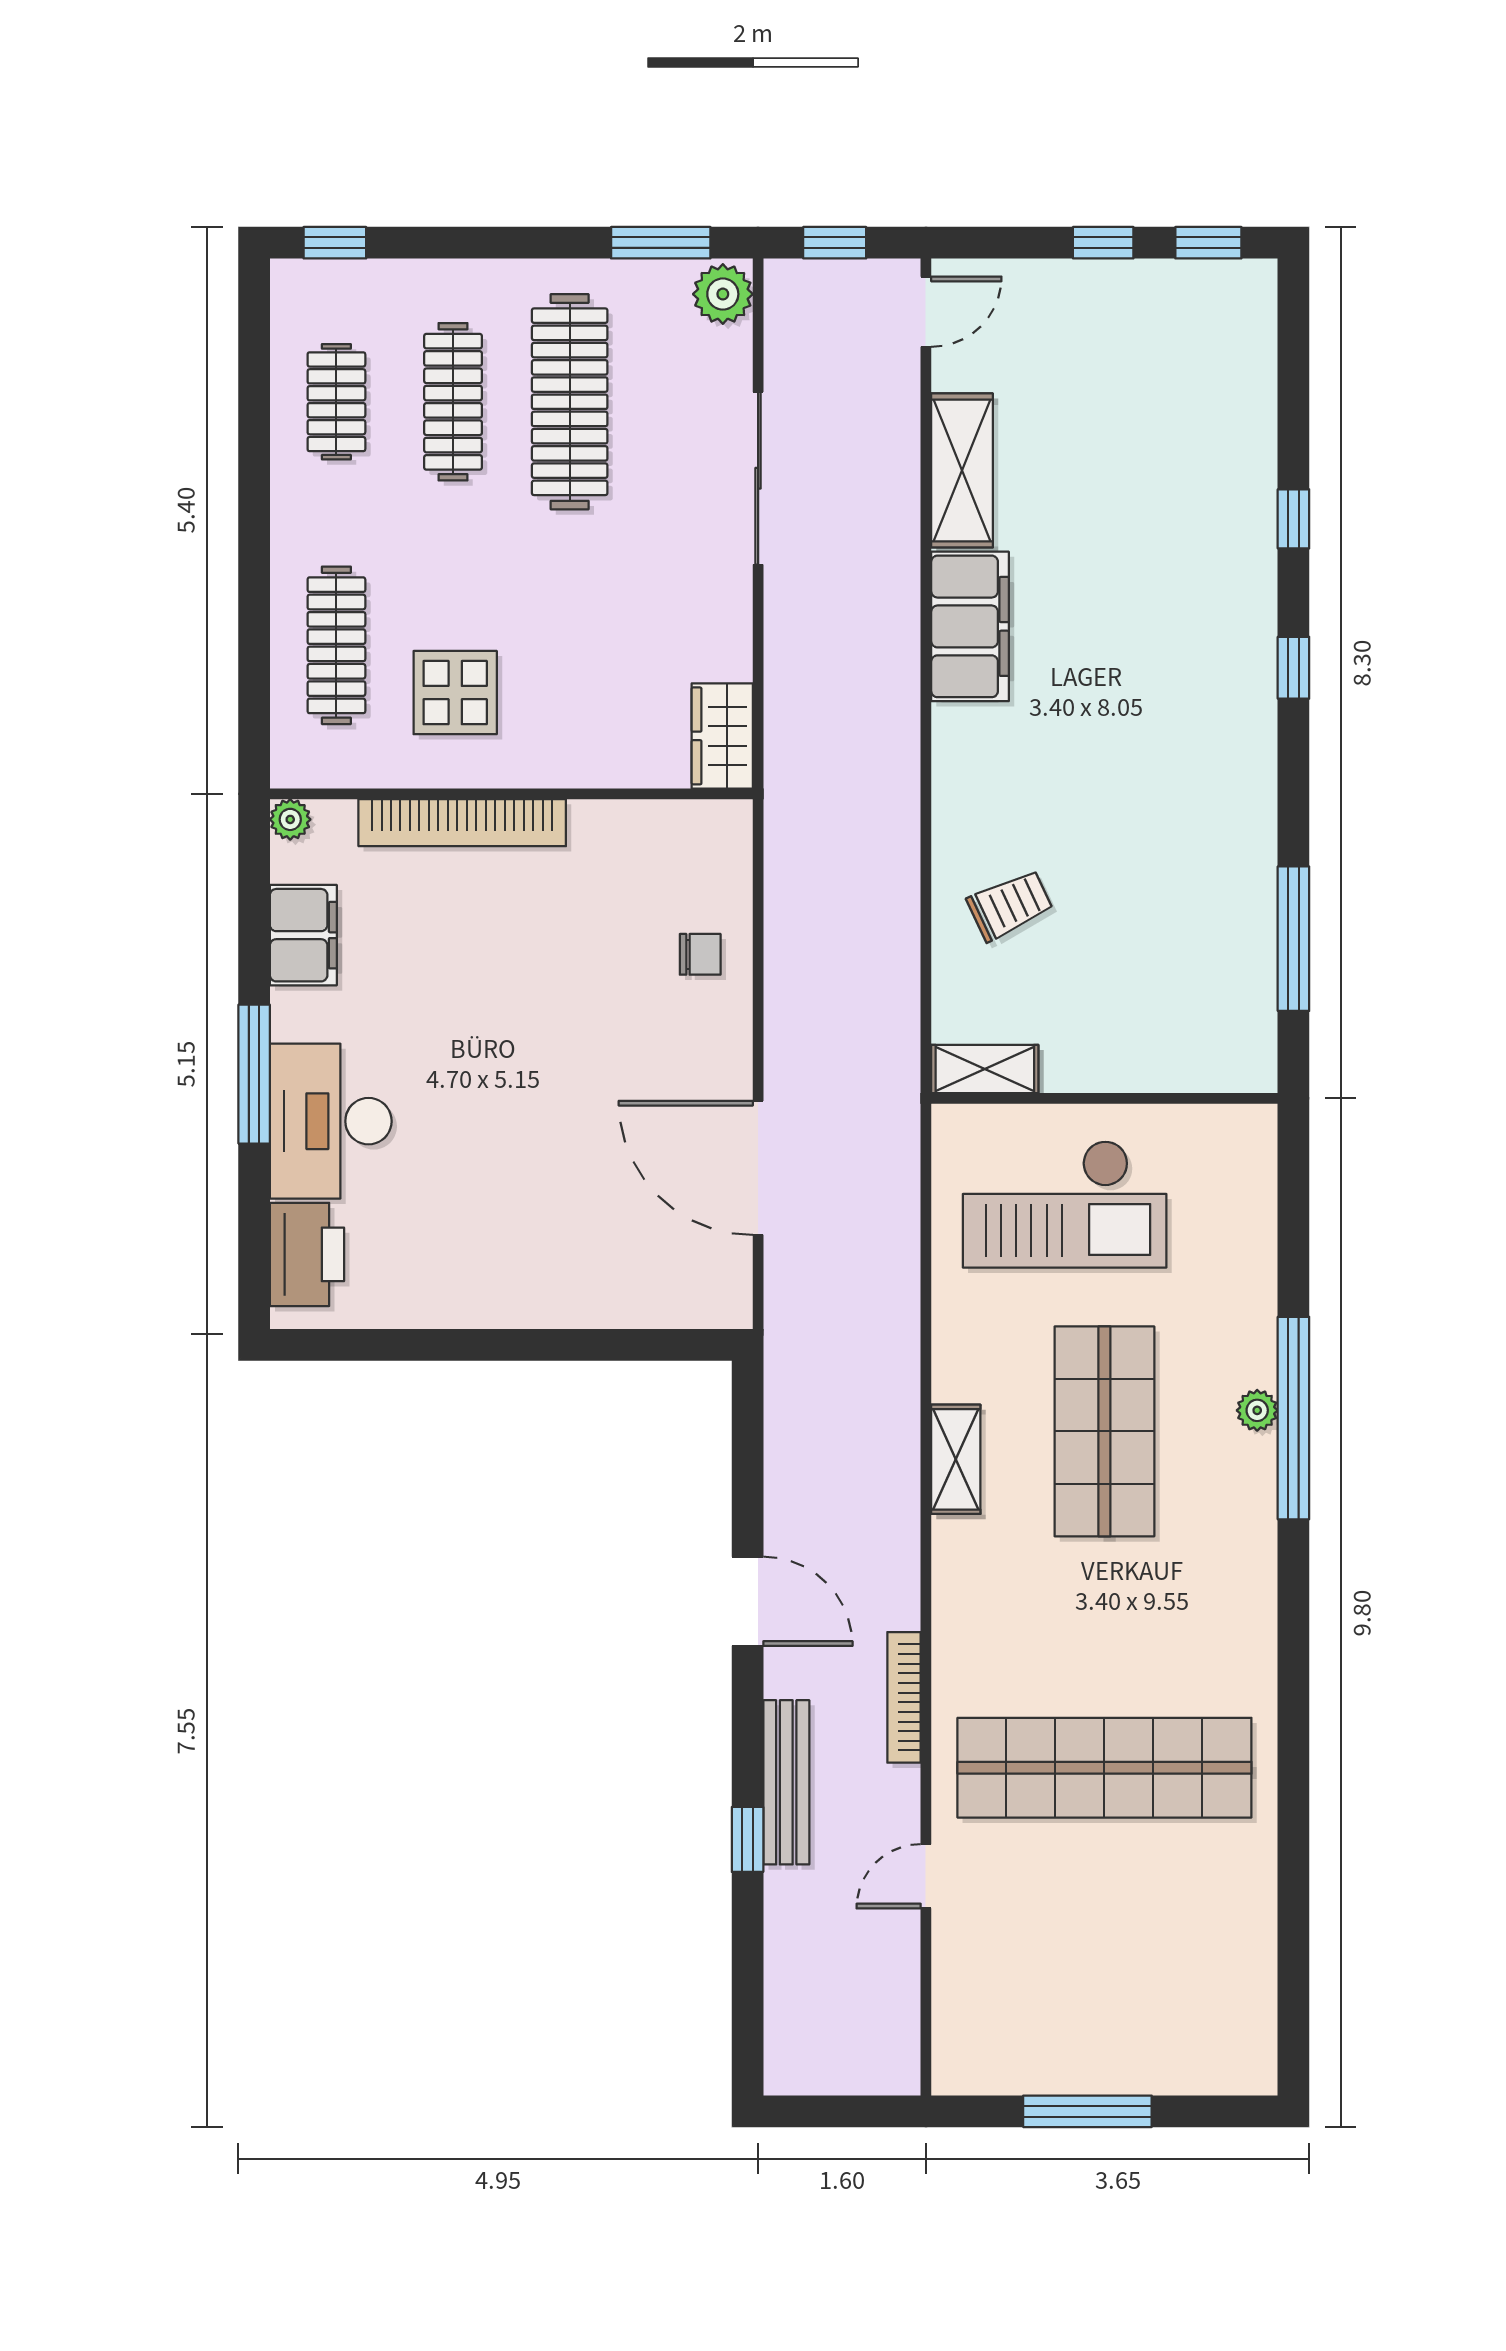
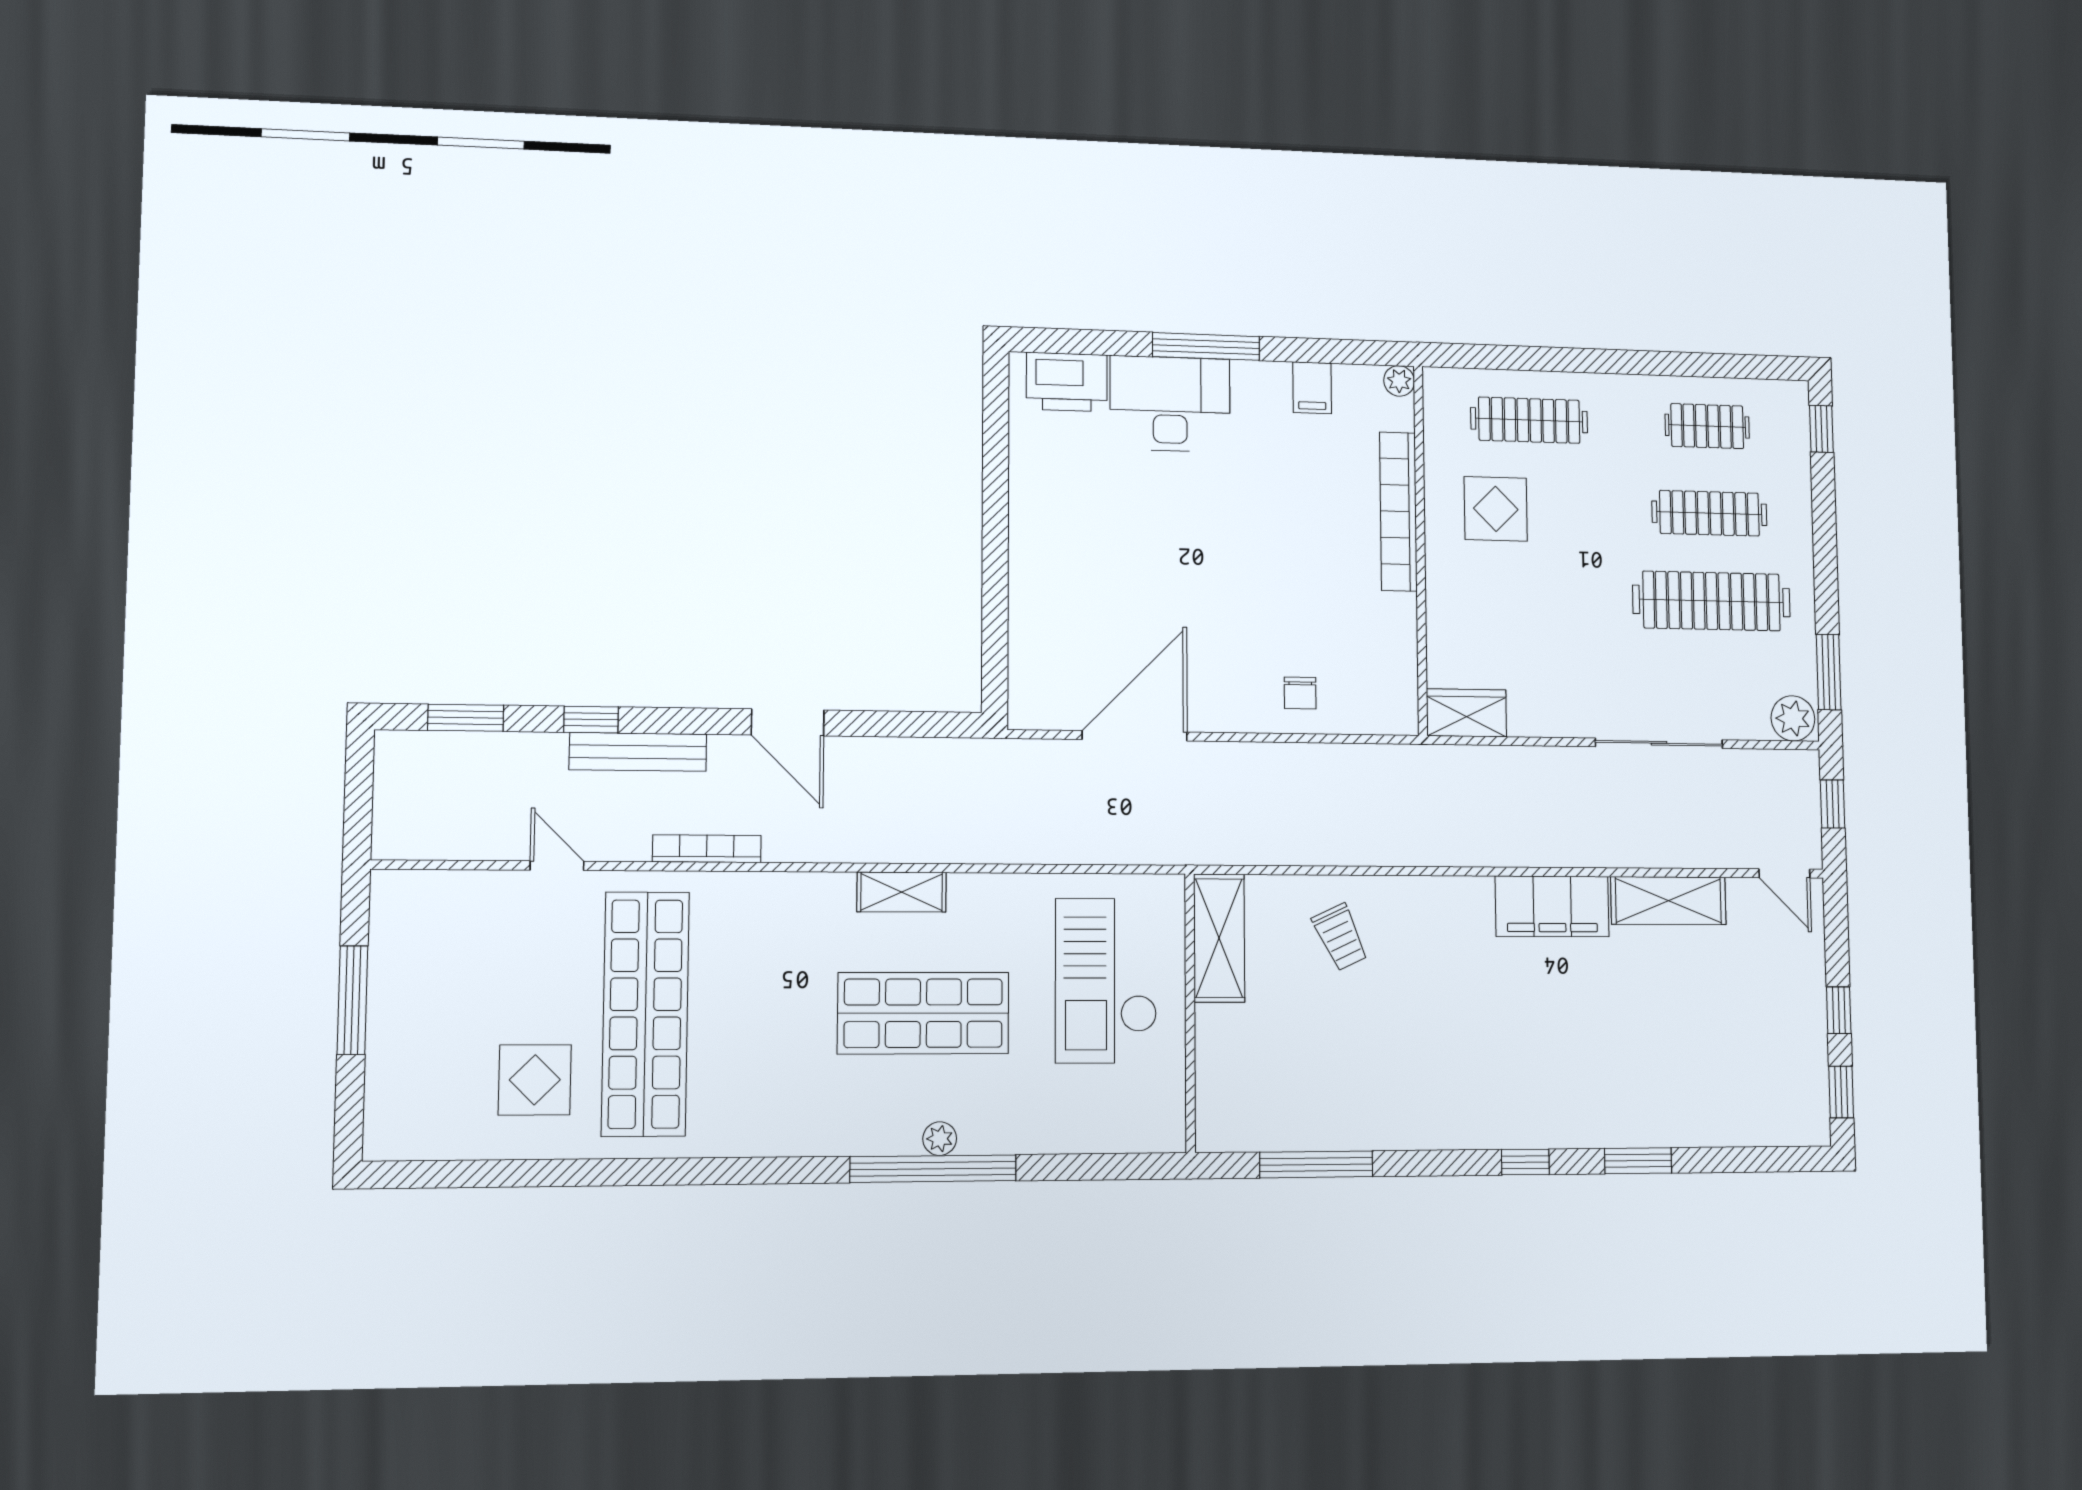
window: (1293, 519) -> (1638, 1161), width x1.50
filing cabinet: (303, 935) -> (1312, 388), width x0.50
shelving: (985, 1069) -> (1219, 938), width x1.50, depth x1.33
door: (748, 1601) -> (788, 722), hinge flipped
display table: (1183, 1897) -> (535, 1080), added
window: (748, 1988) -> (466, 718), added

